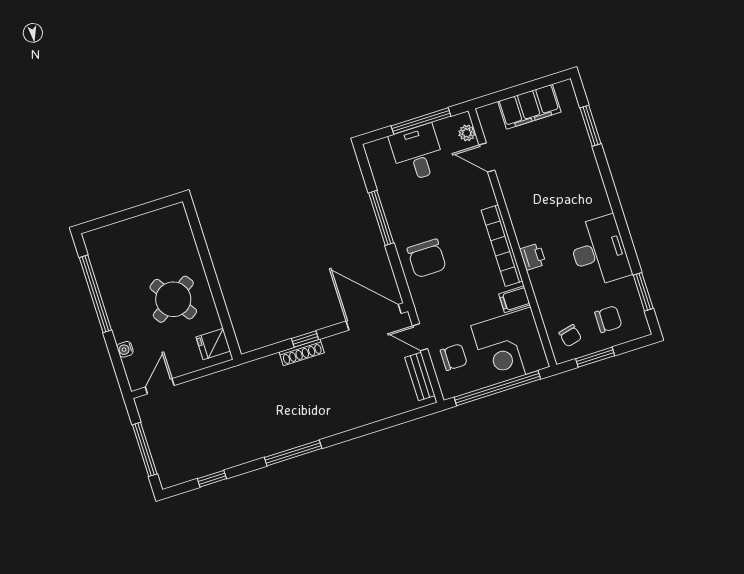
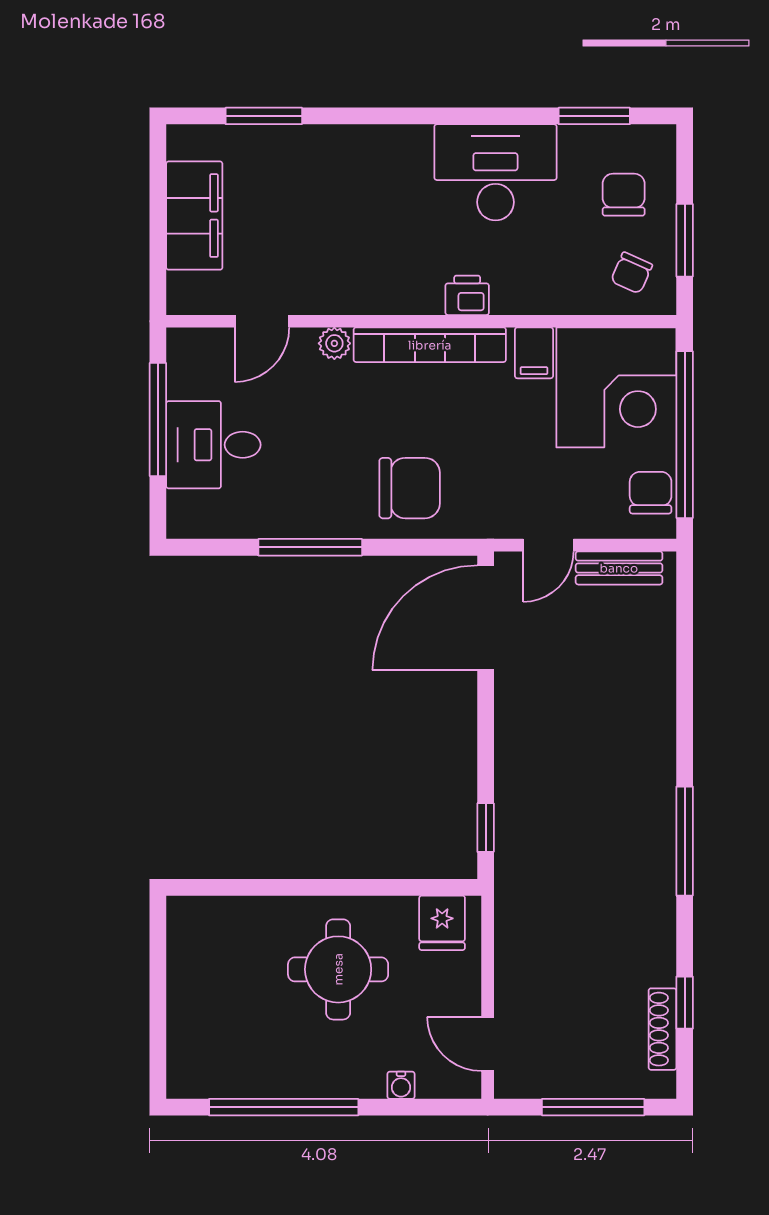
plant: (467, 133) -> (334, 343), moved
round table: (173, 299) -> (338, 969), turned 34
chair: (570, 336) -> (632, 273), turned 127
window: (305, 339) -> (486, 828), moved
shoe rack: (302, 352) -> (662, 1029), moved, turned 180
chair: (454, 357) -> (651, 493), moved

